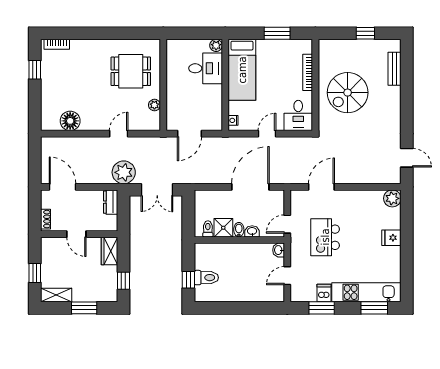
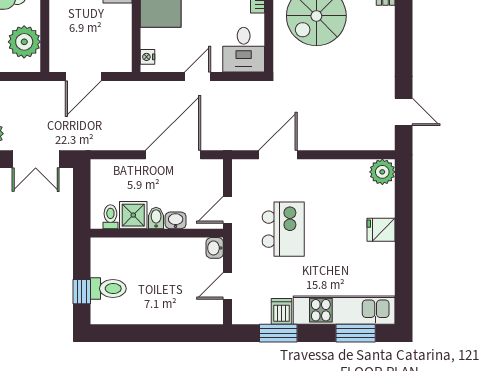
plant: (154, 105) -> (24, 42), width x1.87, depth x1.87
kitchen island: (325, 237) -> (283, 229), turned 180

